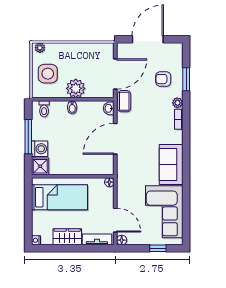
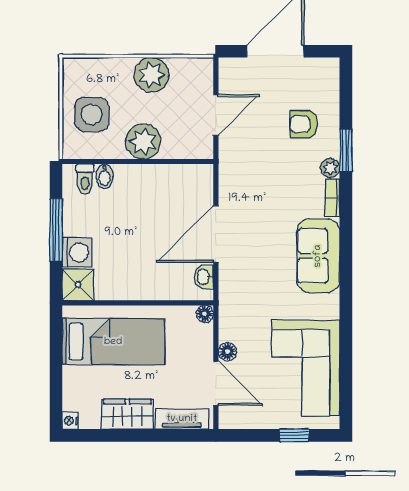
plant: (40, 48) -> (151, 75), moved, width x1.88, depth x1.88
door: (115, 74) -> (216, 115), width x0.73
window: (186, 79) -> (346, 150), moved
coffee table: (124, 101) -> (232, 165), removed
bidet: (72, 107) -> (105, 176), moved
washbasin: (109, 108) -> (204, 277), moved
sofa: (171, 164) -> (318, 256), moved
floor lamp: (122, 240) -> (227, 352), moved

